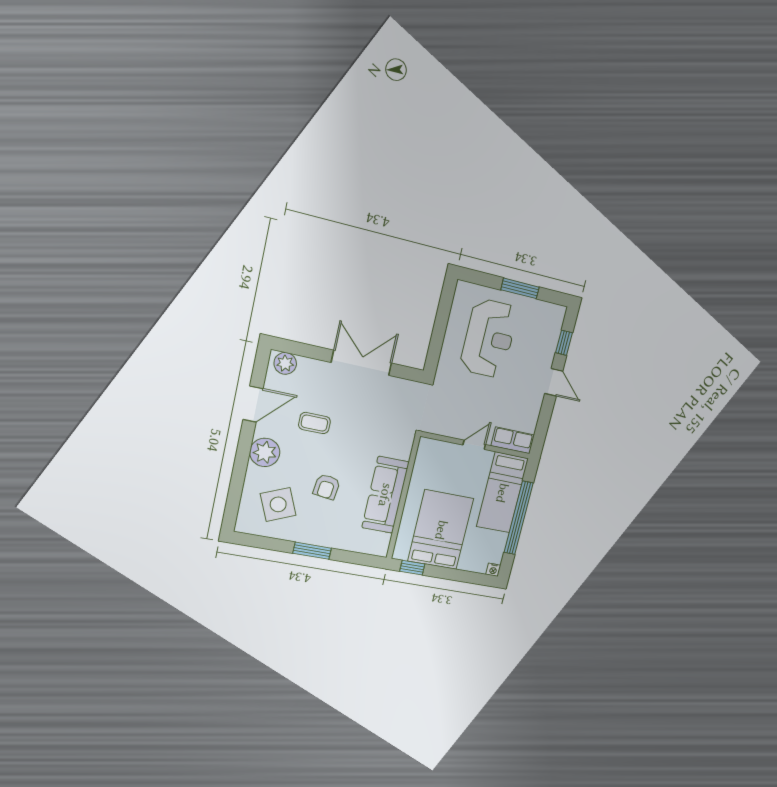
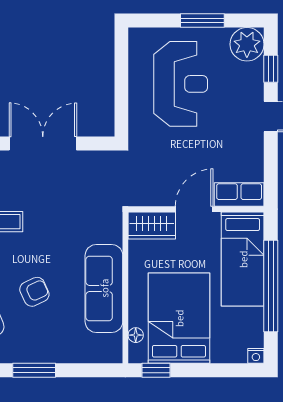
plant: (551, 318) -> (247, 44), added
door: (474, 445) -> (194, 209), width x1.38
wardrobe: (437, 451) -> (152, 225), added
armchair: (327, 487) -> (34, 292), turned -122
floor lamp: (403, 537) -> (136, 335), added

